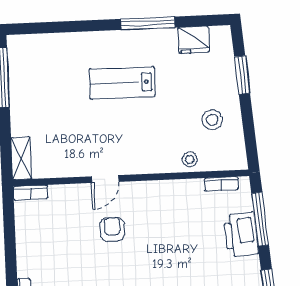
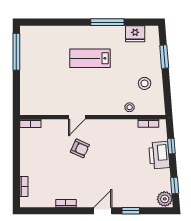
shelving: (21, 158) -> (26, 102), removed
window: (260, 219) -> (171, 146), width x0.46
armchair: (112, 229) -> (80, 148), turned 114

